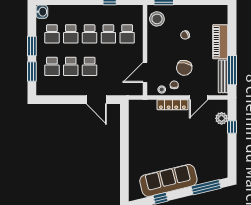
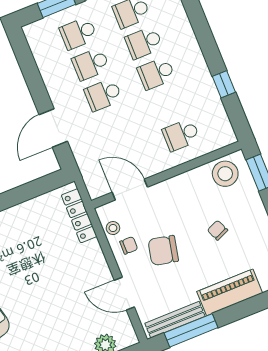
school desk: (108, 34) -> (169, 104), removed
locker: (172, 105) -> (79, 216), moved

